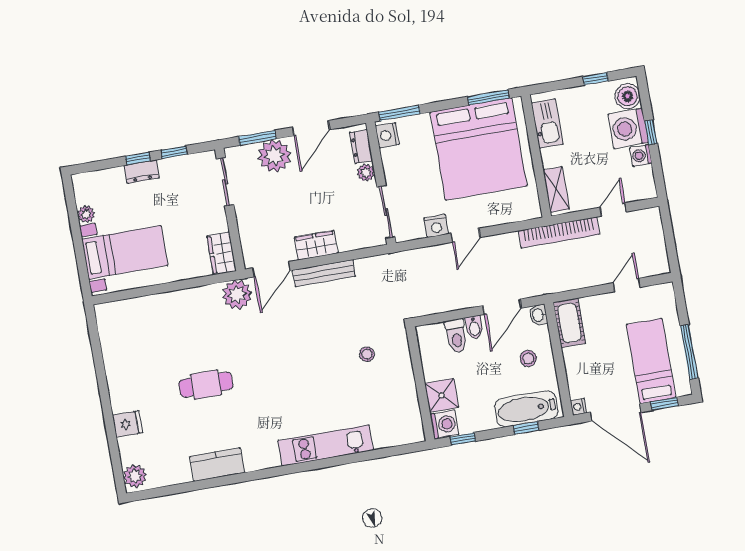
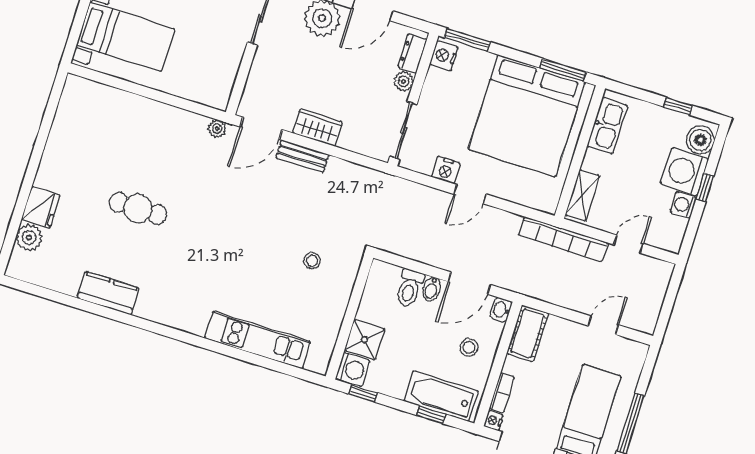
wardrobe: (221, 253) -> (220, 87), removed
bench: (324, 273) -> (302, 156), width x0.73
plant: (237, 295) -> (217, 129), width x0.53, depth x0.53
bookcase: (574, 381) -> (502, 393), added
fridge: (128, 424) -> (41, 207), width x1.38
kitchen unit: (326, 445) -> (258, 340), moved
plant: (135, 476) -> (29, 238), moved

